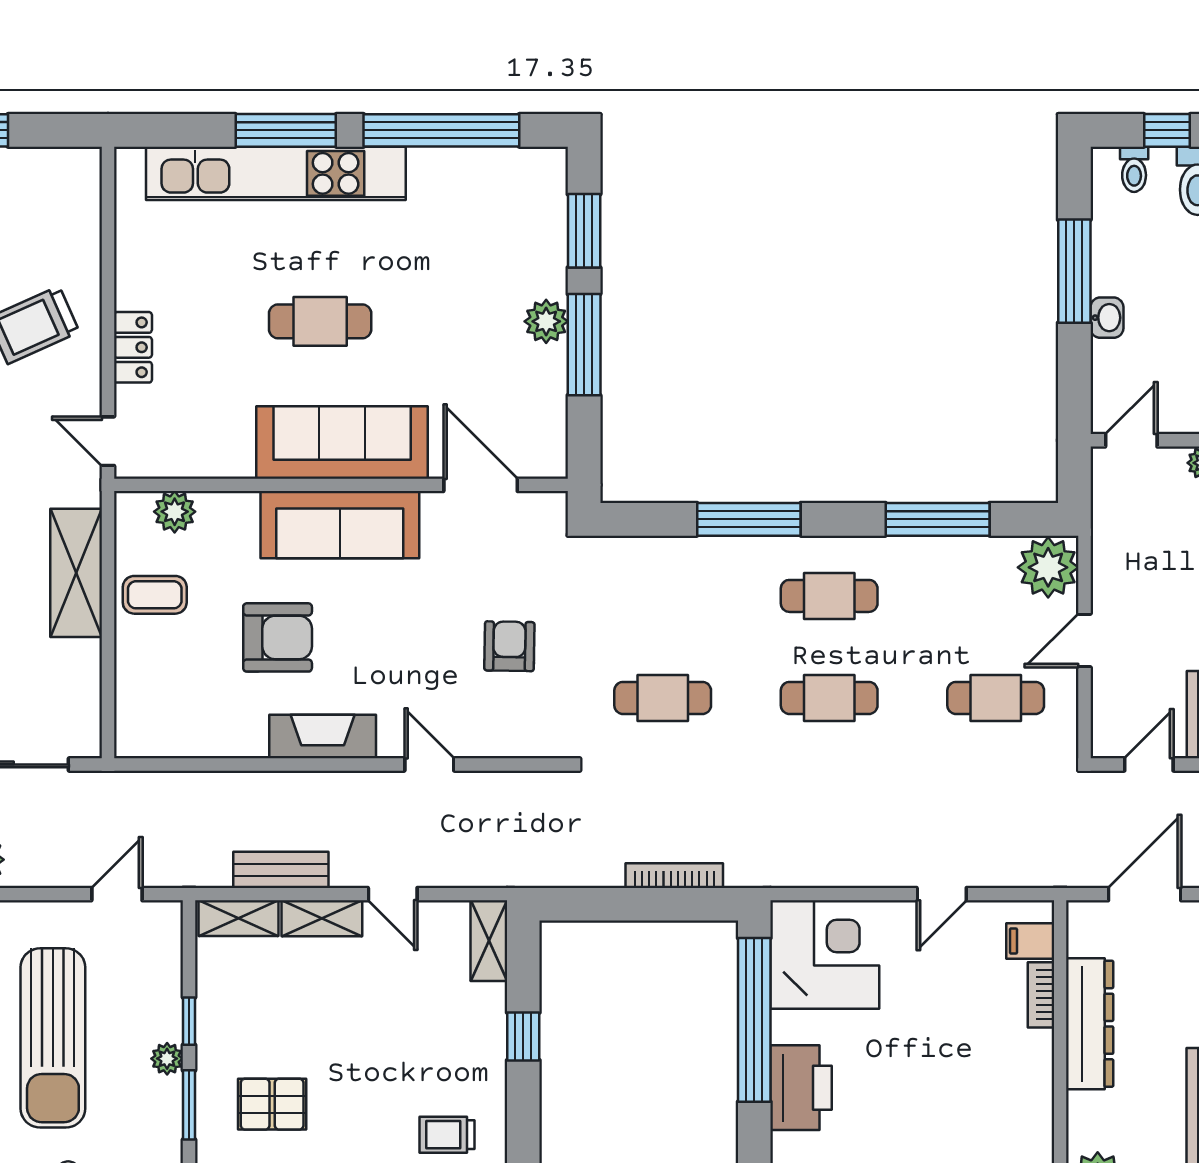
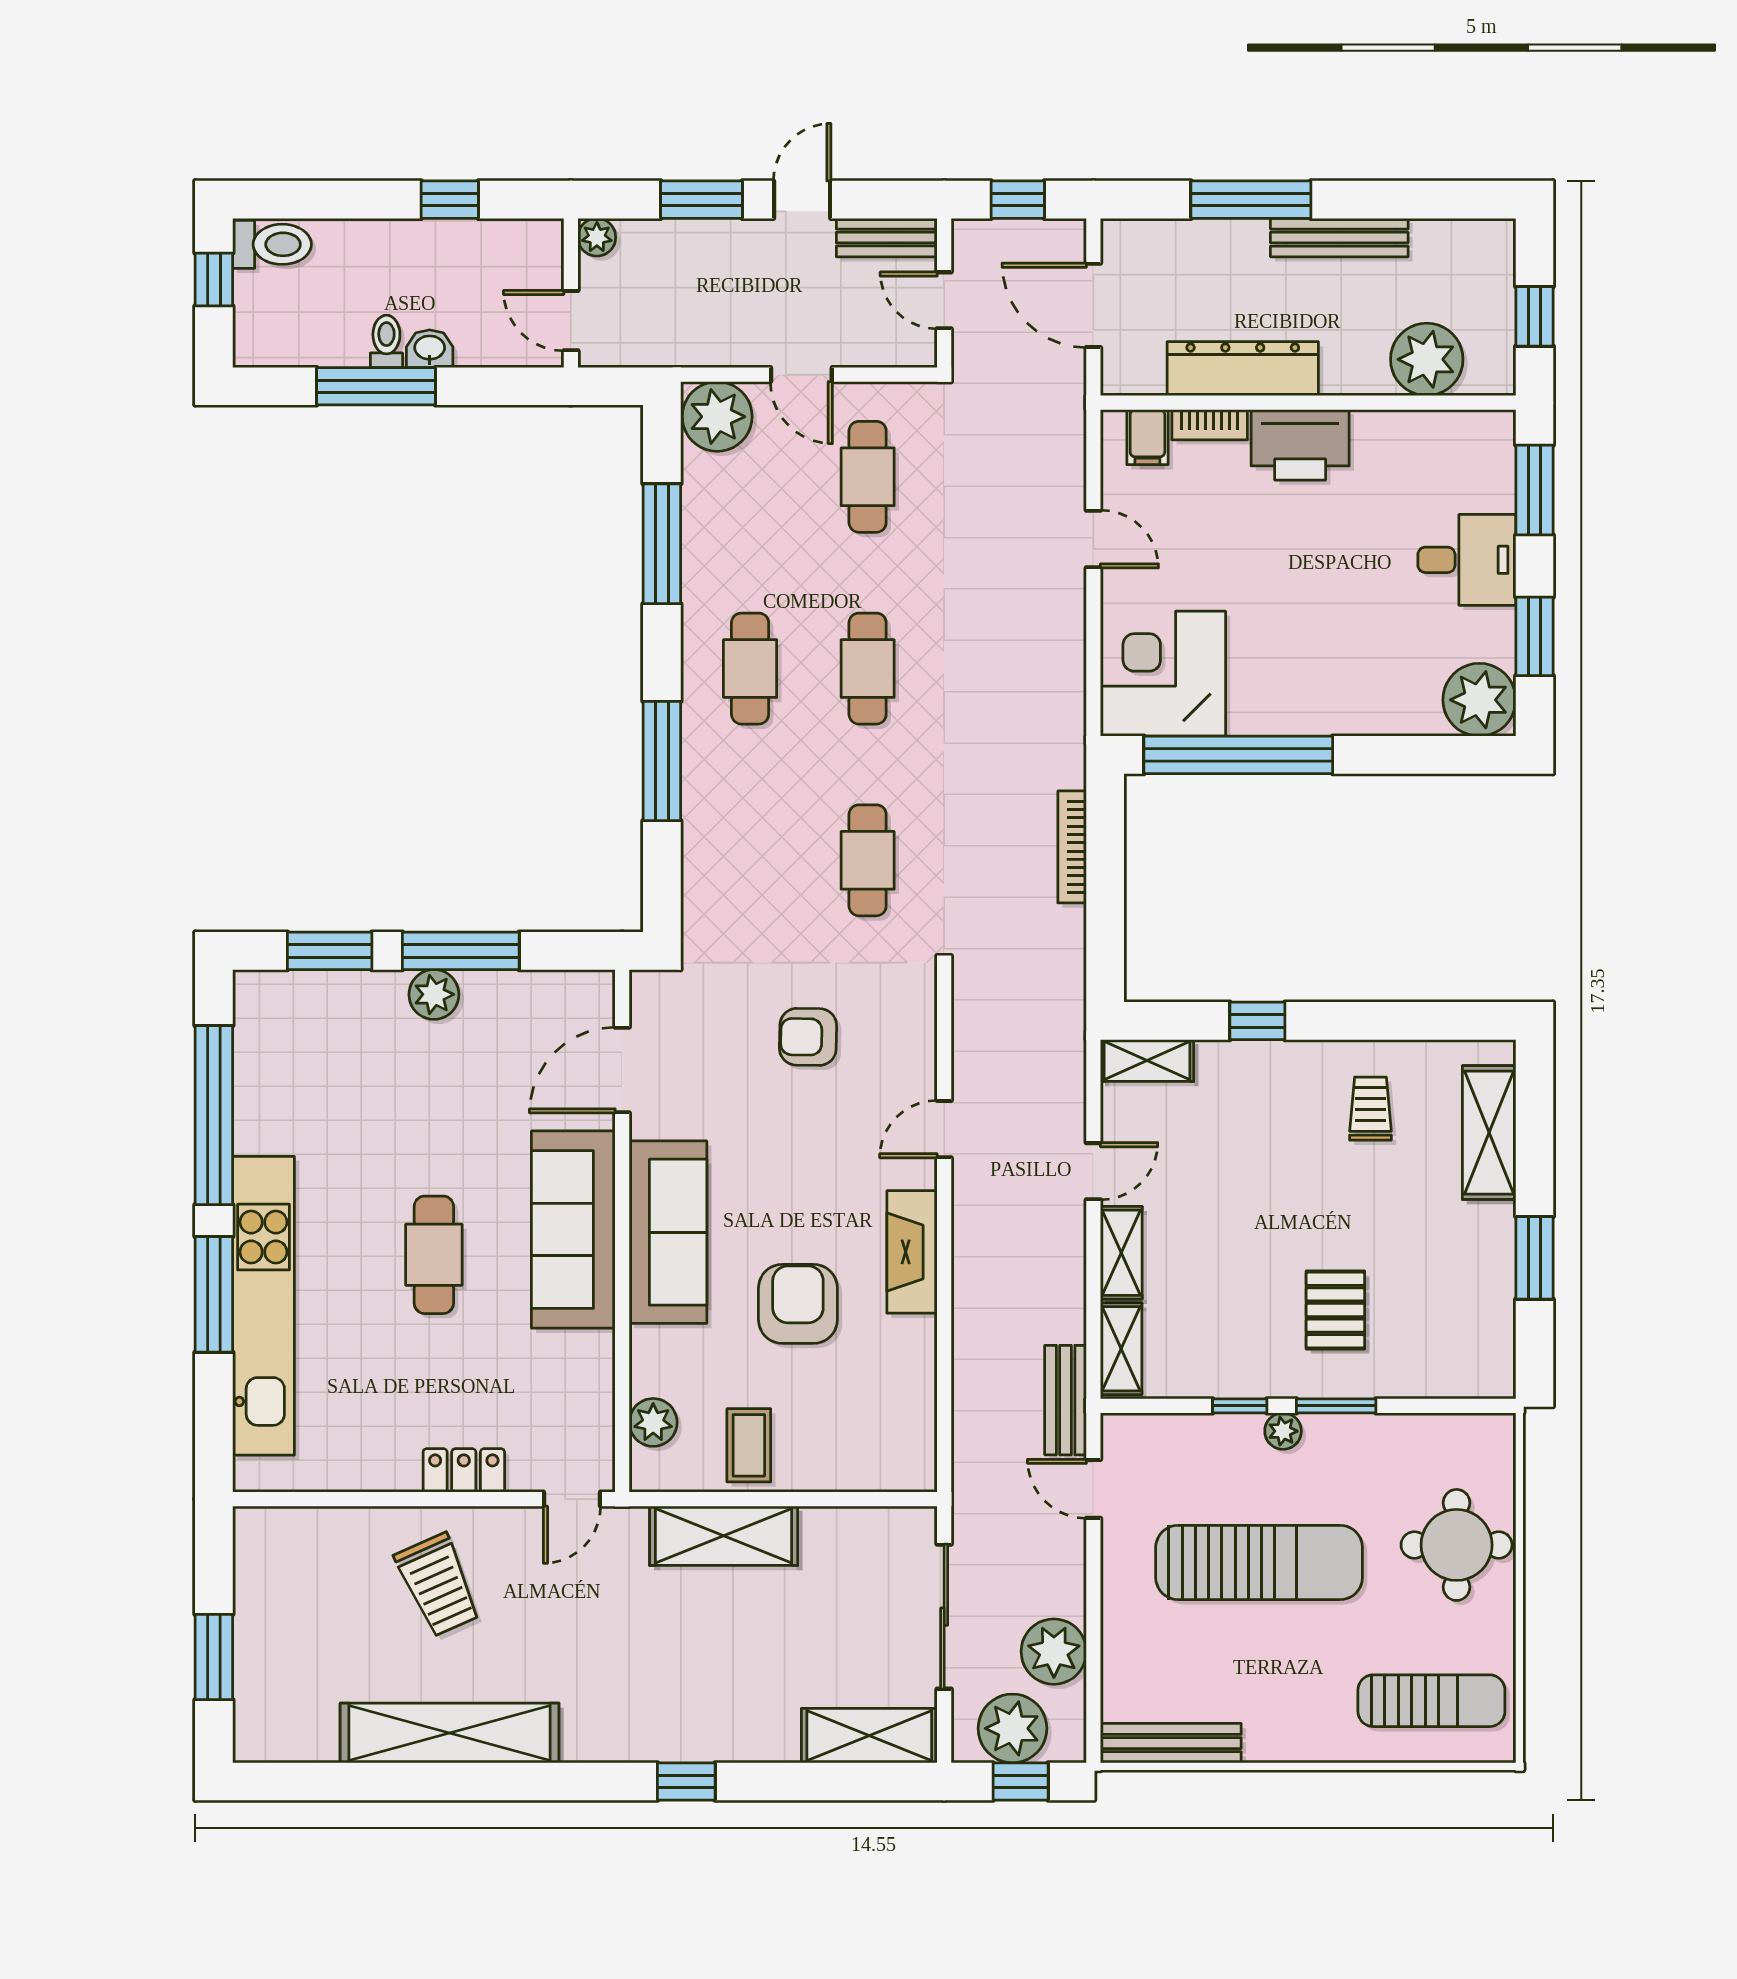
toilet: (1134, 169) -> (386, 341), moved, turned -90
bench: (281, 870) -> (1066, 1400), moved
printer: (801, 1088) -> (1300, 445), moved, turned 180
trolley: (447, 1135) -> (1370, 1109), turned 180

